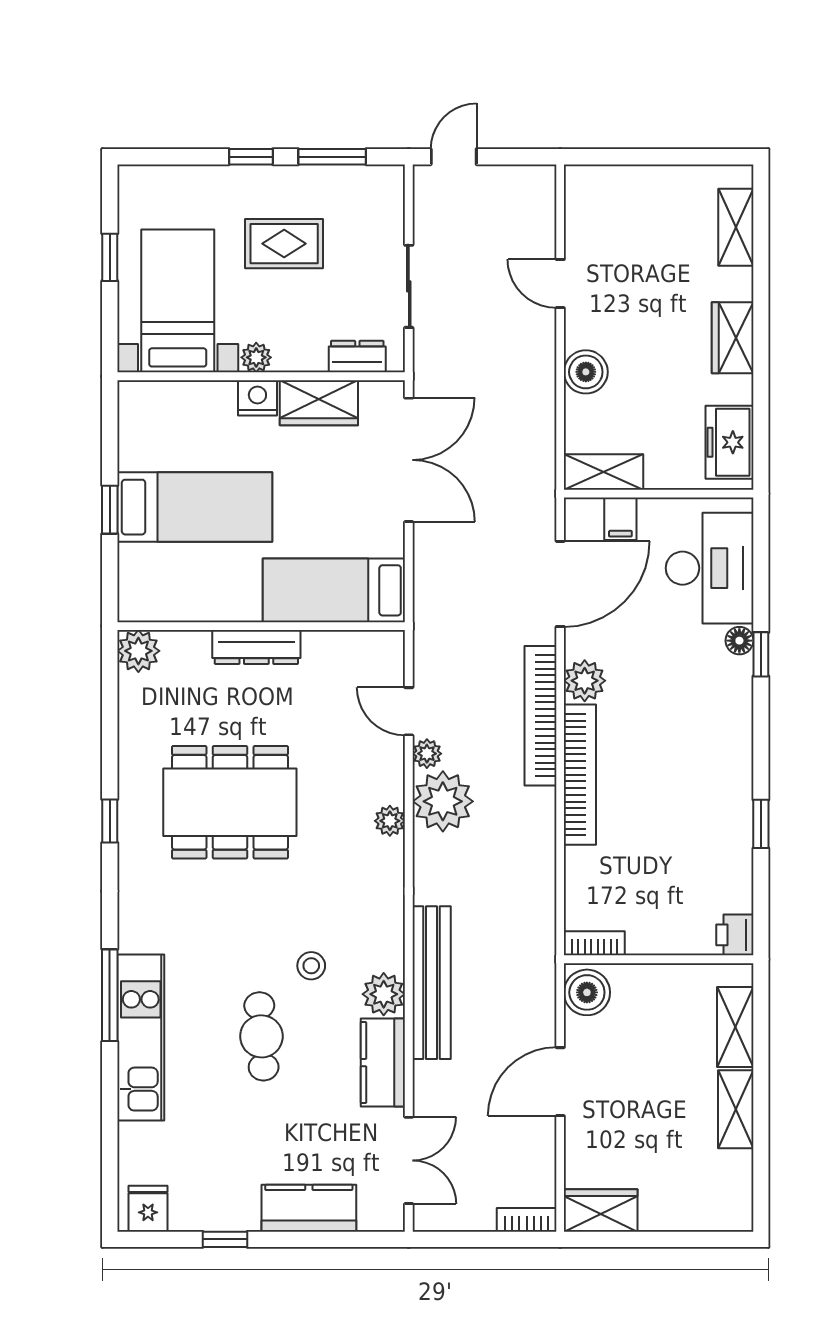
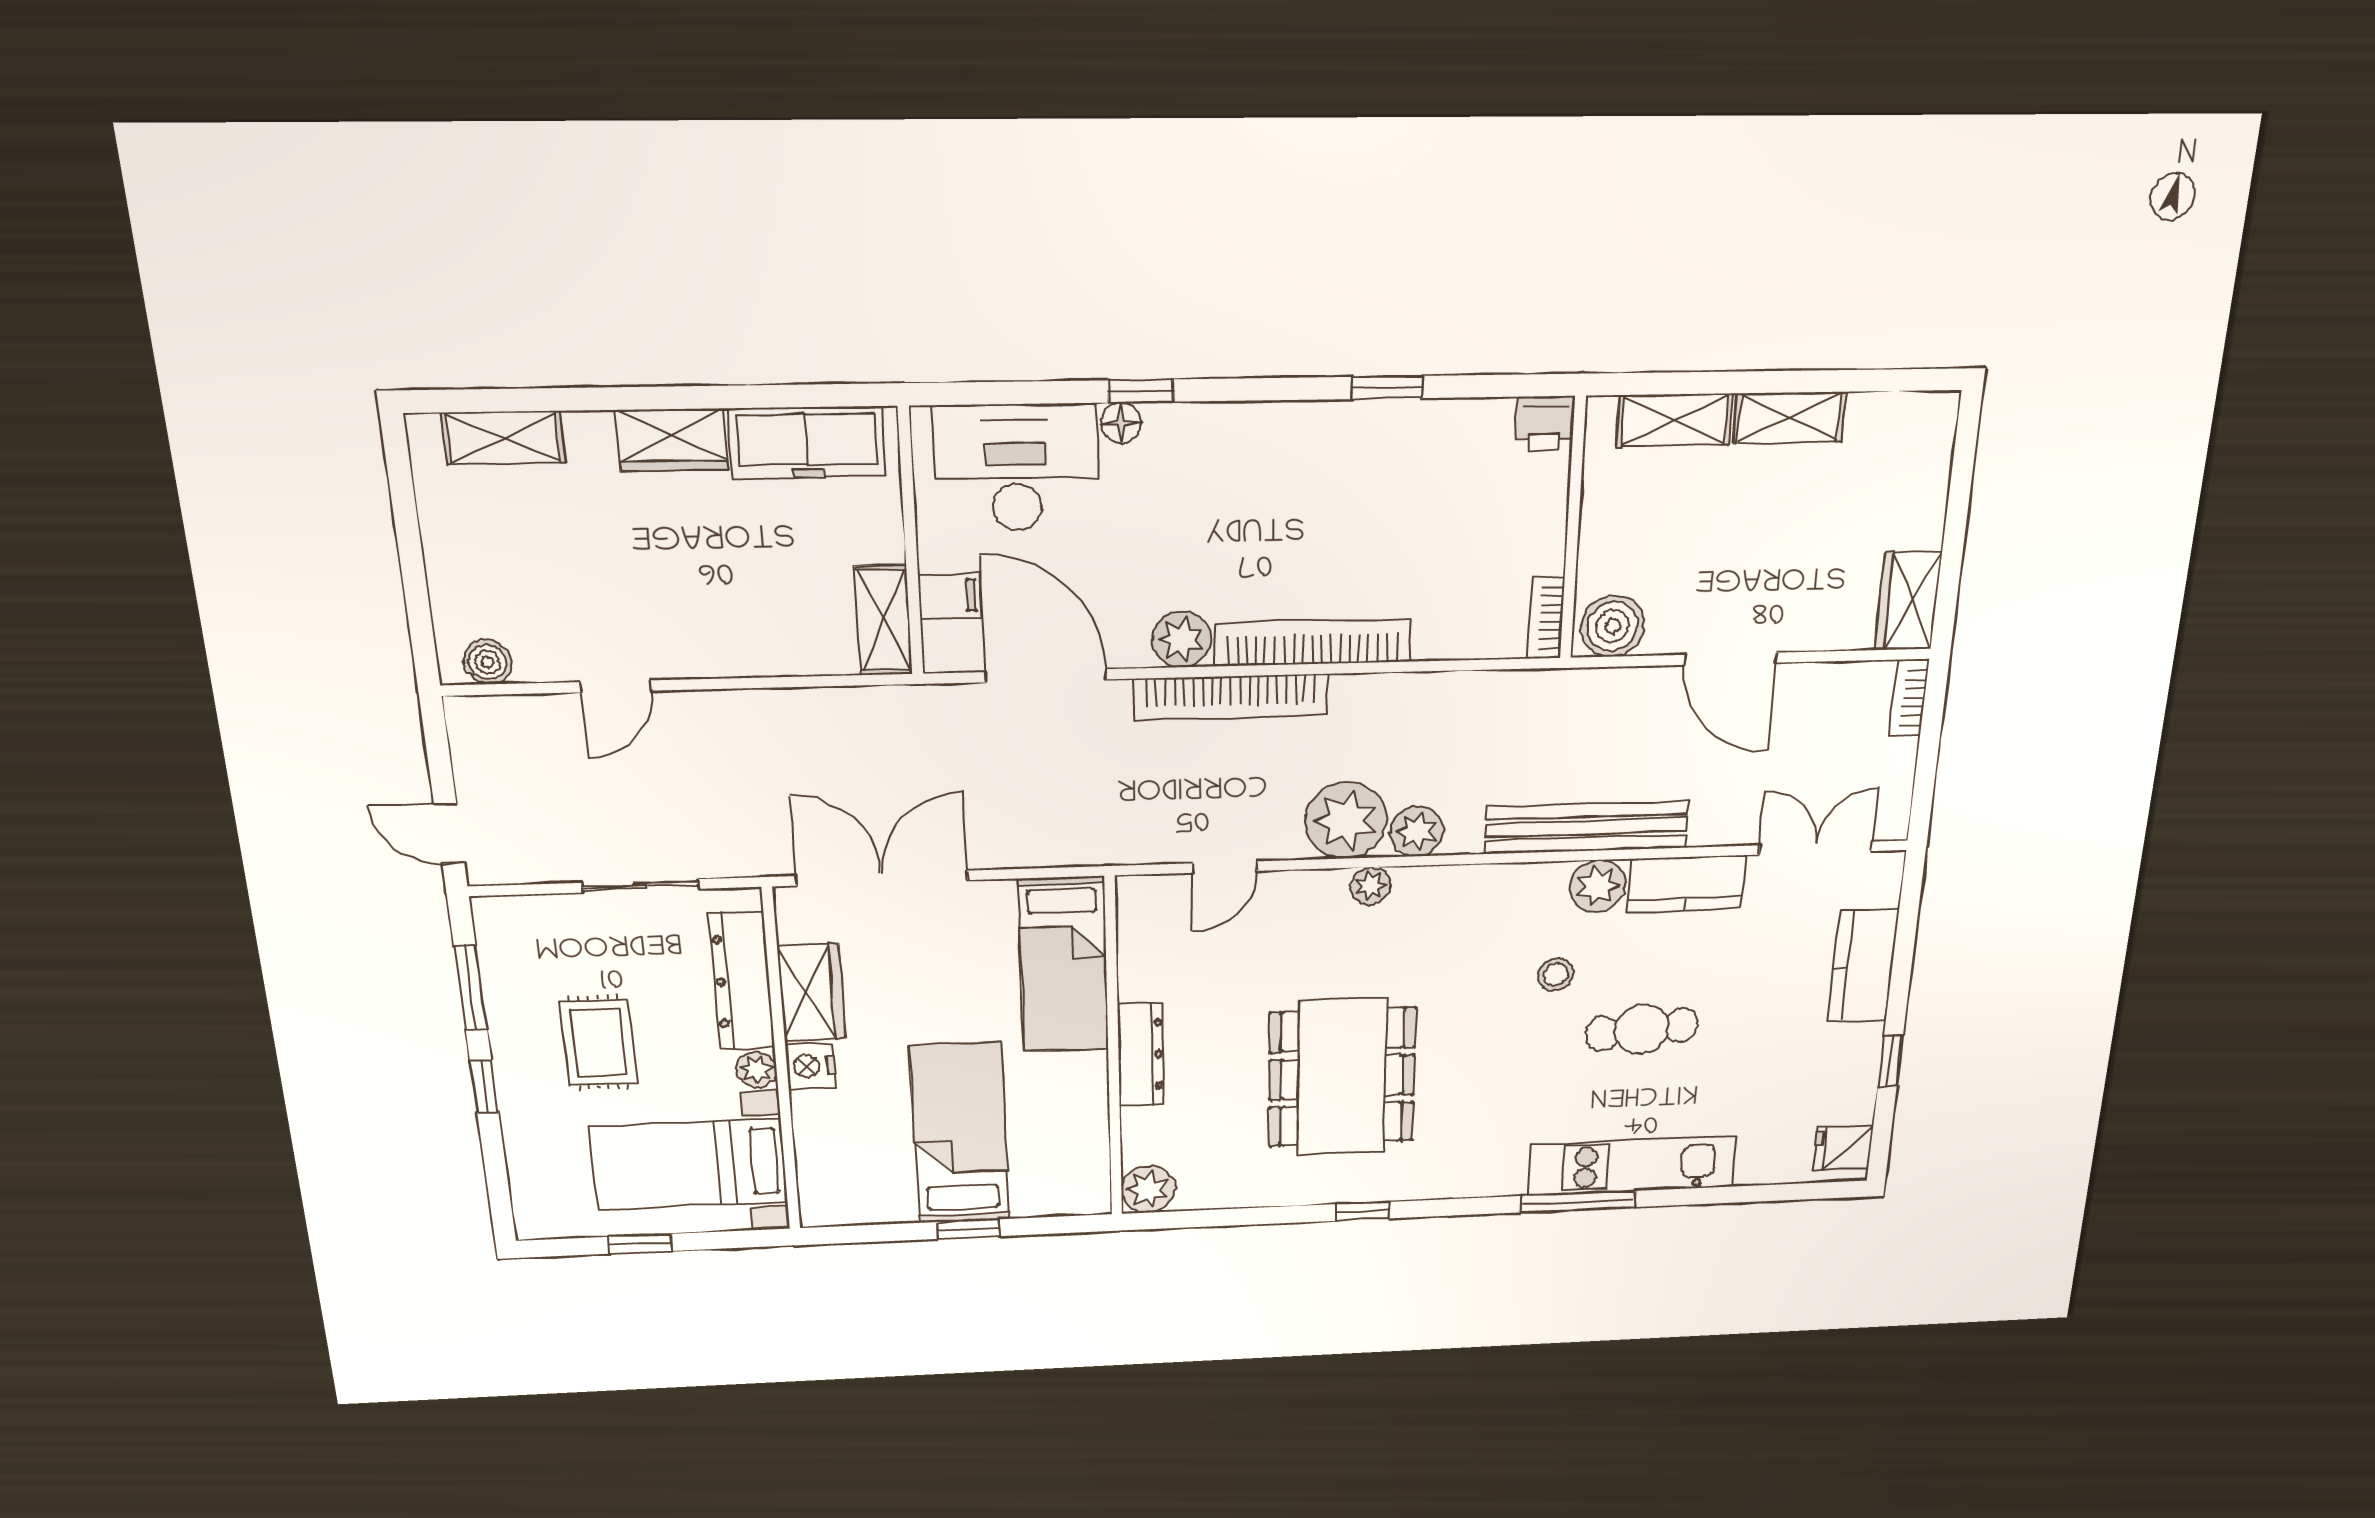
dresser: (357, 356) -> (742, 981), width x1.96, depth x1.24
boiler: (586, 372) -> (488, 662), moved, width x0.73, depth x0.73
freezer: (729, 442) -> (807, 442), width x1.40
plant: (427, 754) -> (1417, 831), moved, width x1.38, depth x1.38

